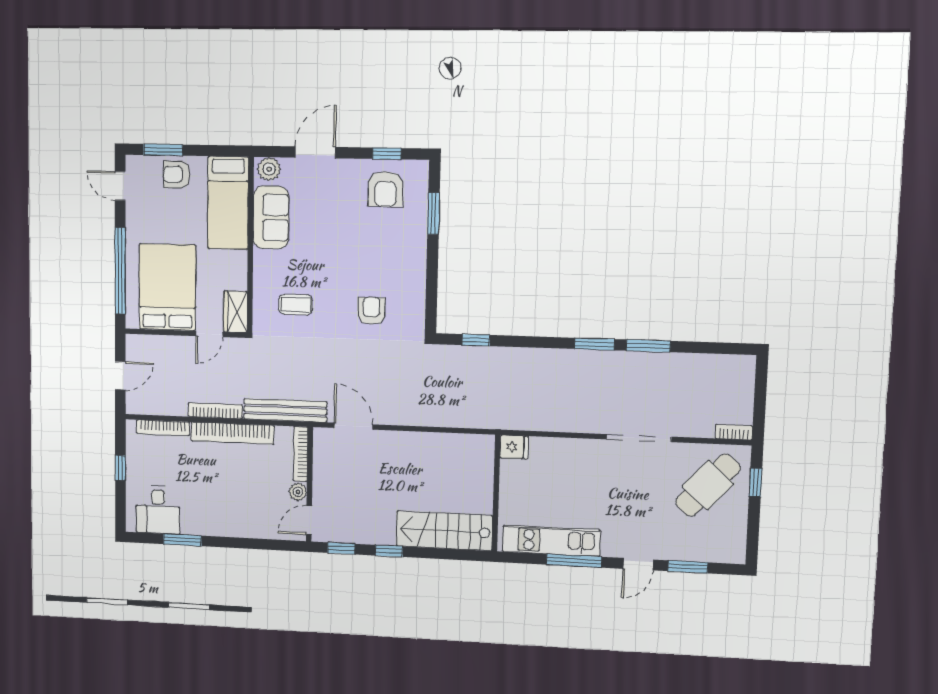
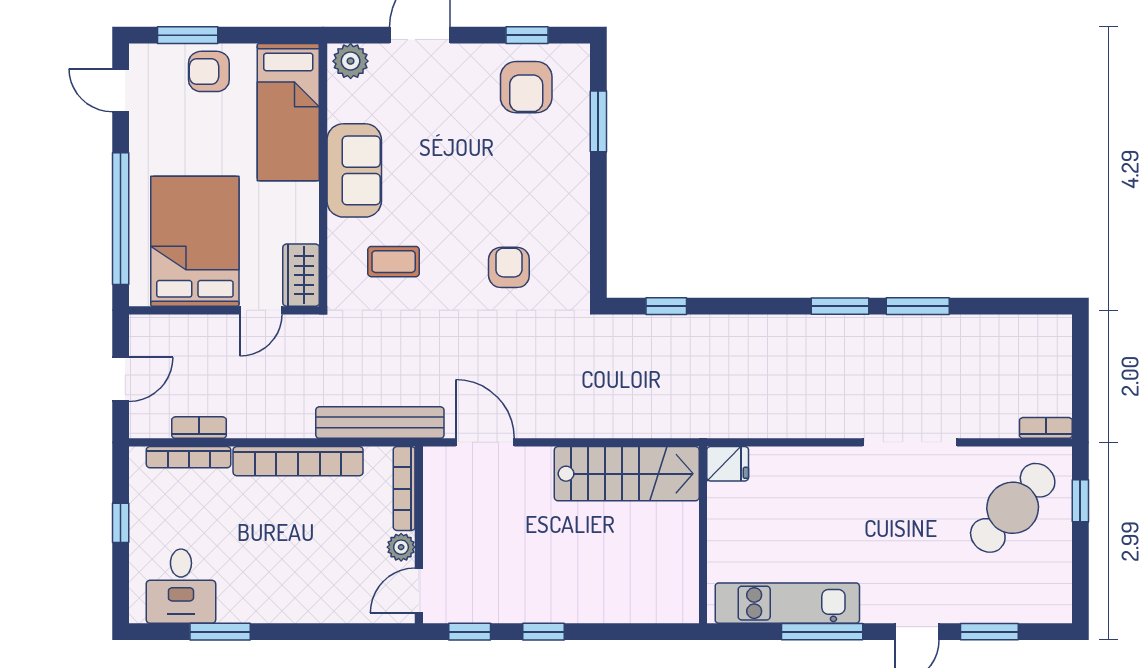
sofa: (271, 217) -> (354, 170), moved
bookcase: (215, 411) -> (199, 428), moved, width x0.64
stairs: (444, 531) -> (627, 474), moved, turned 180

